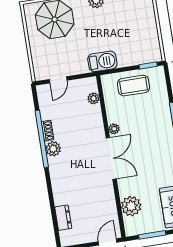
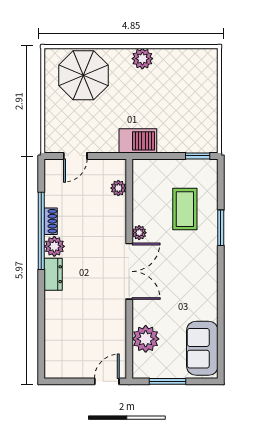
coffee table: (134, 86) -> (185, 209), moved, turned 90
dresser: (63, 218) -> (53, 274), moved

